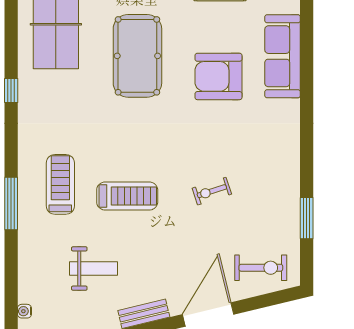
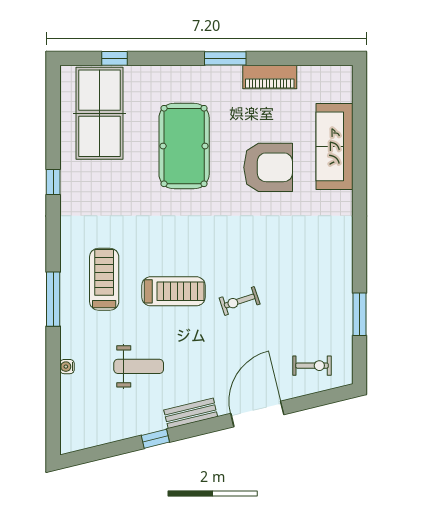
armchair: (218, 76) -> (268, 167), turned 180
exercise bike: (212, 191) -> (240, 301), moved
exercise bike: (261, 268) -> (312, 366), width x0.73, depth x0.72
water cooler: (24, 311) -> (67, 367), moved

